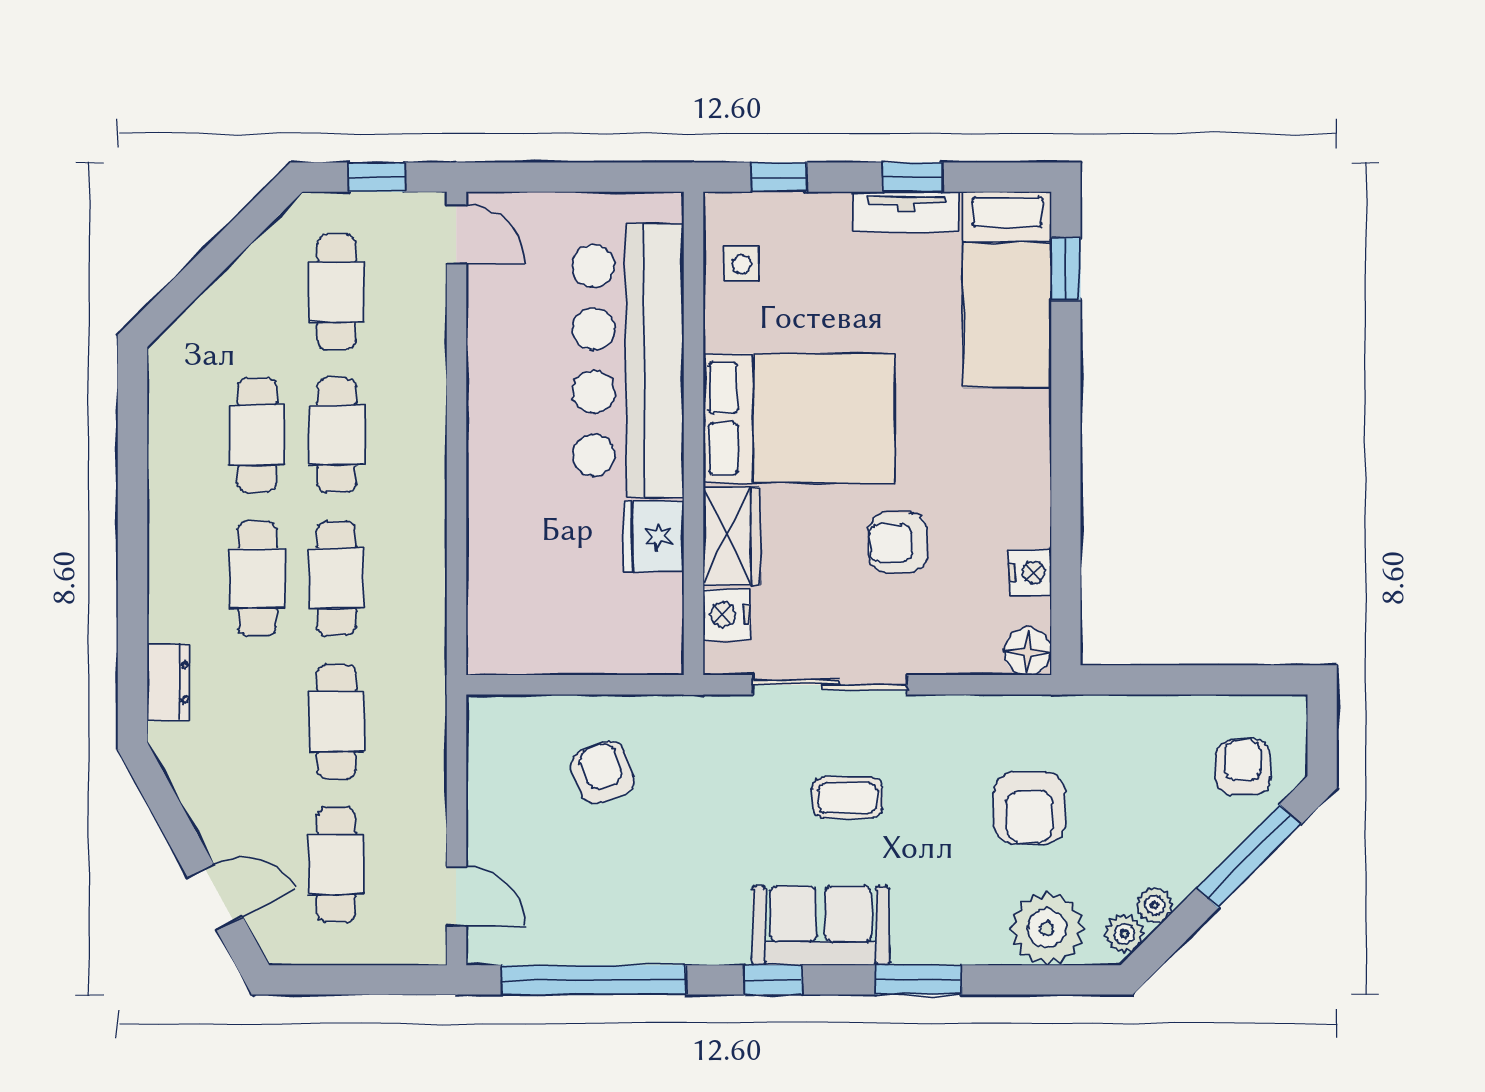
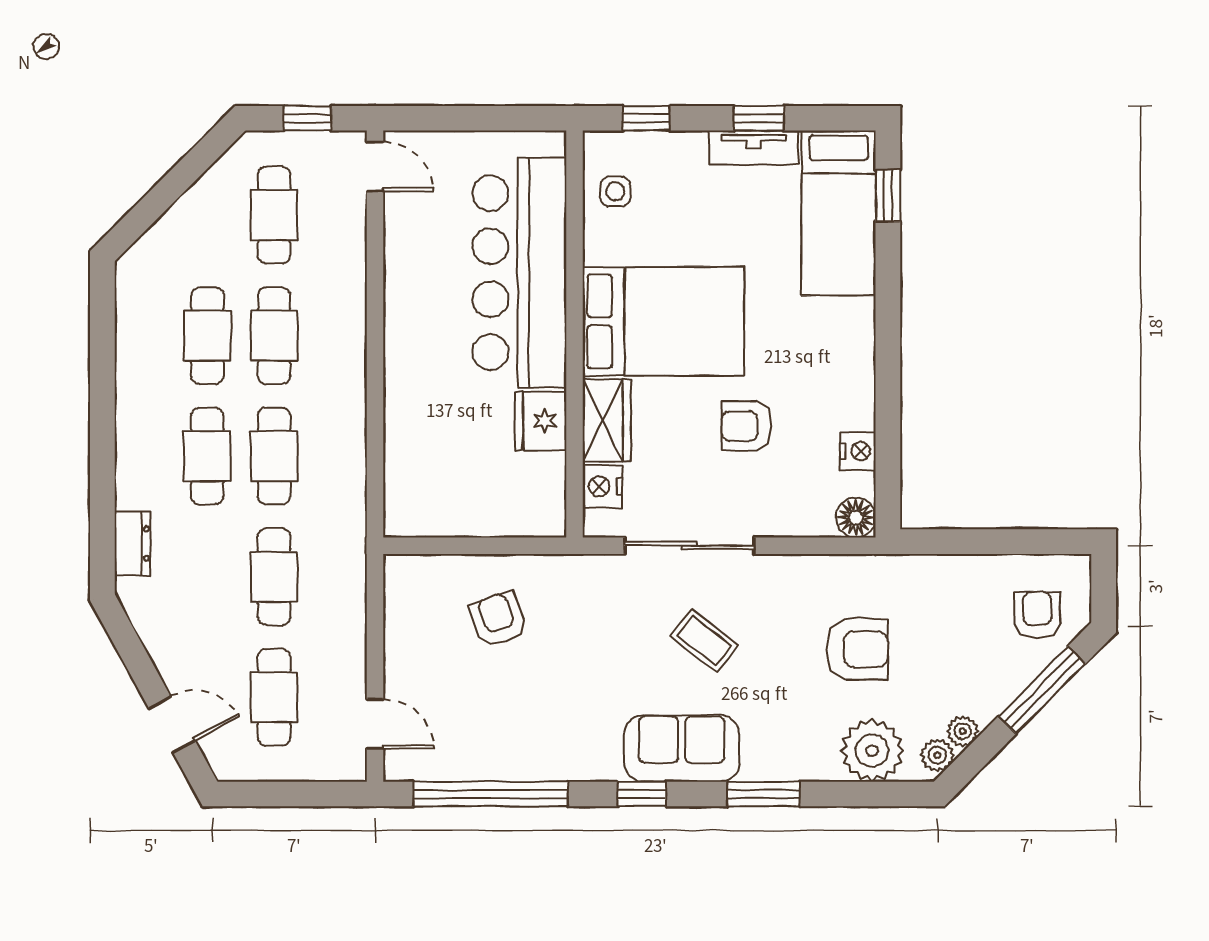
coffee table: (848, 798) -> (704, 641), turned 38
armchair: (1029, 808) -> (857, 649), turned -90

